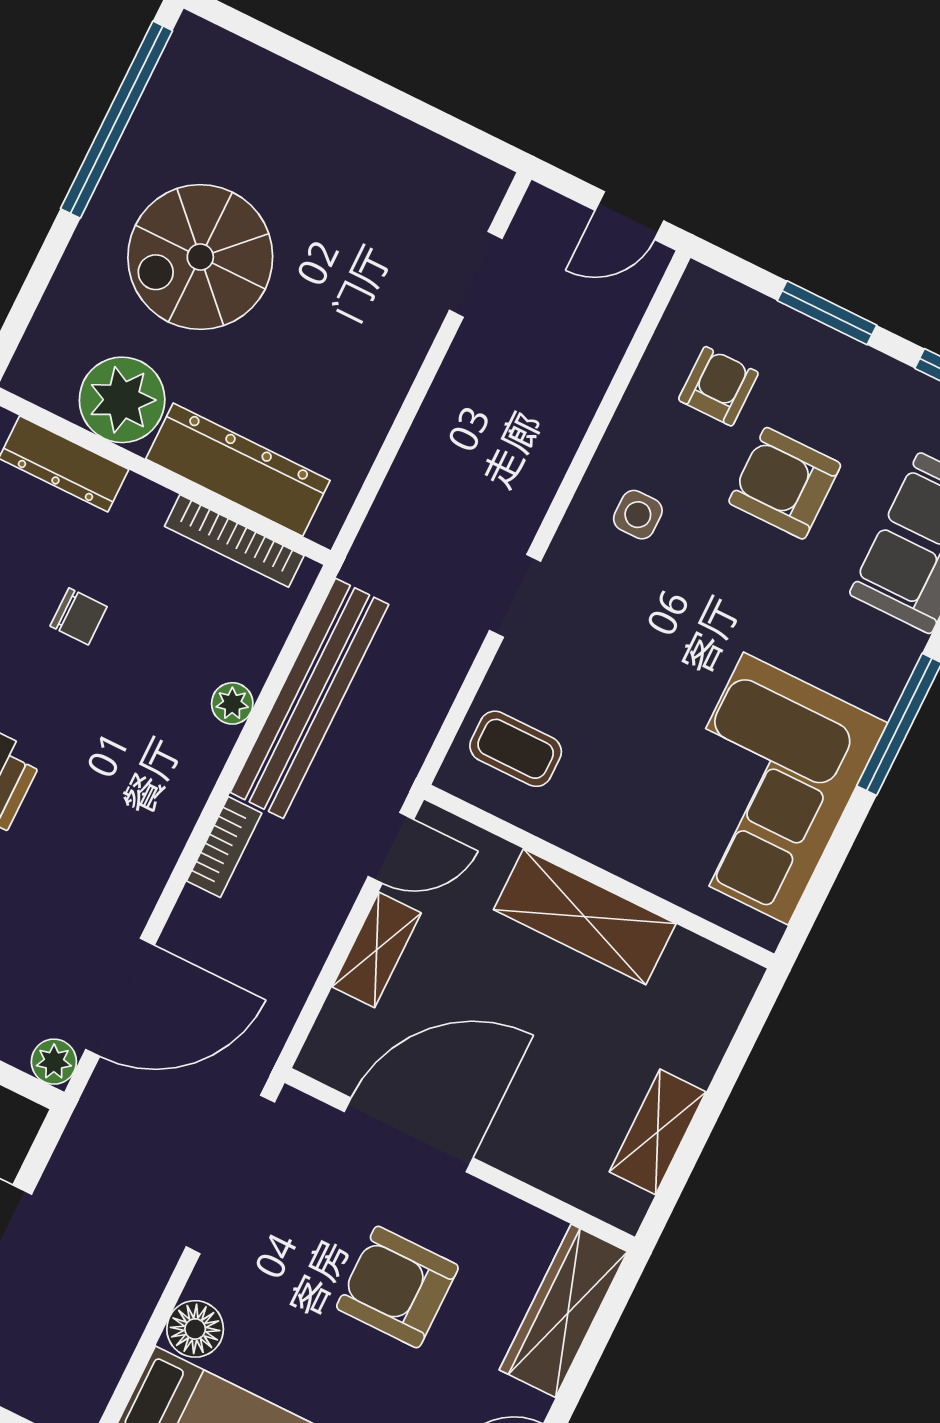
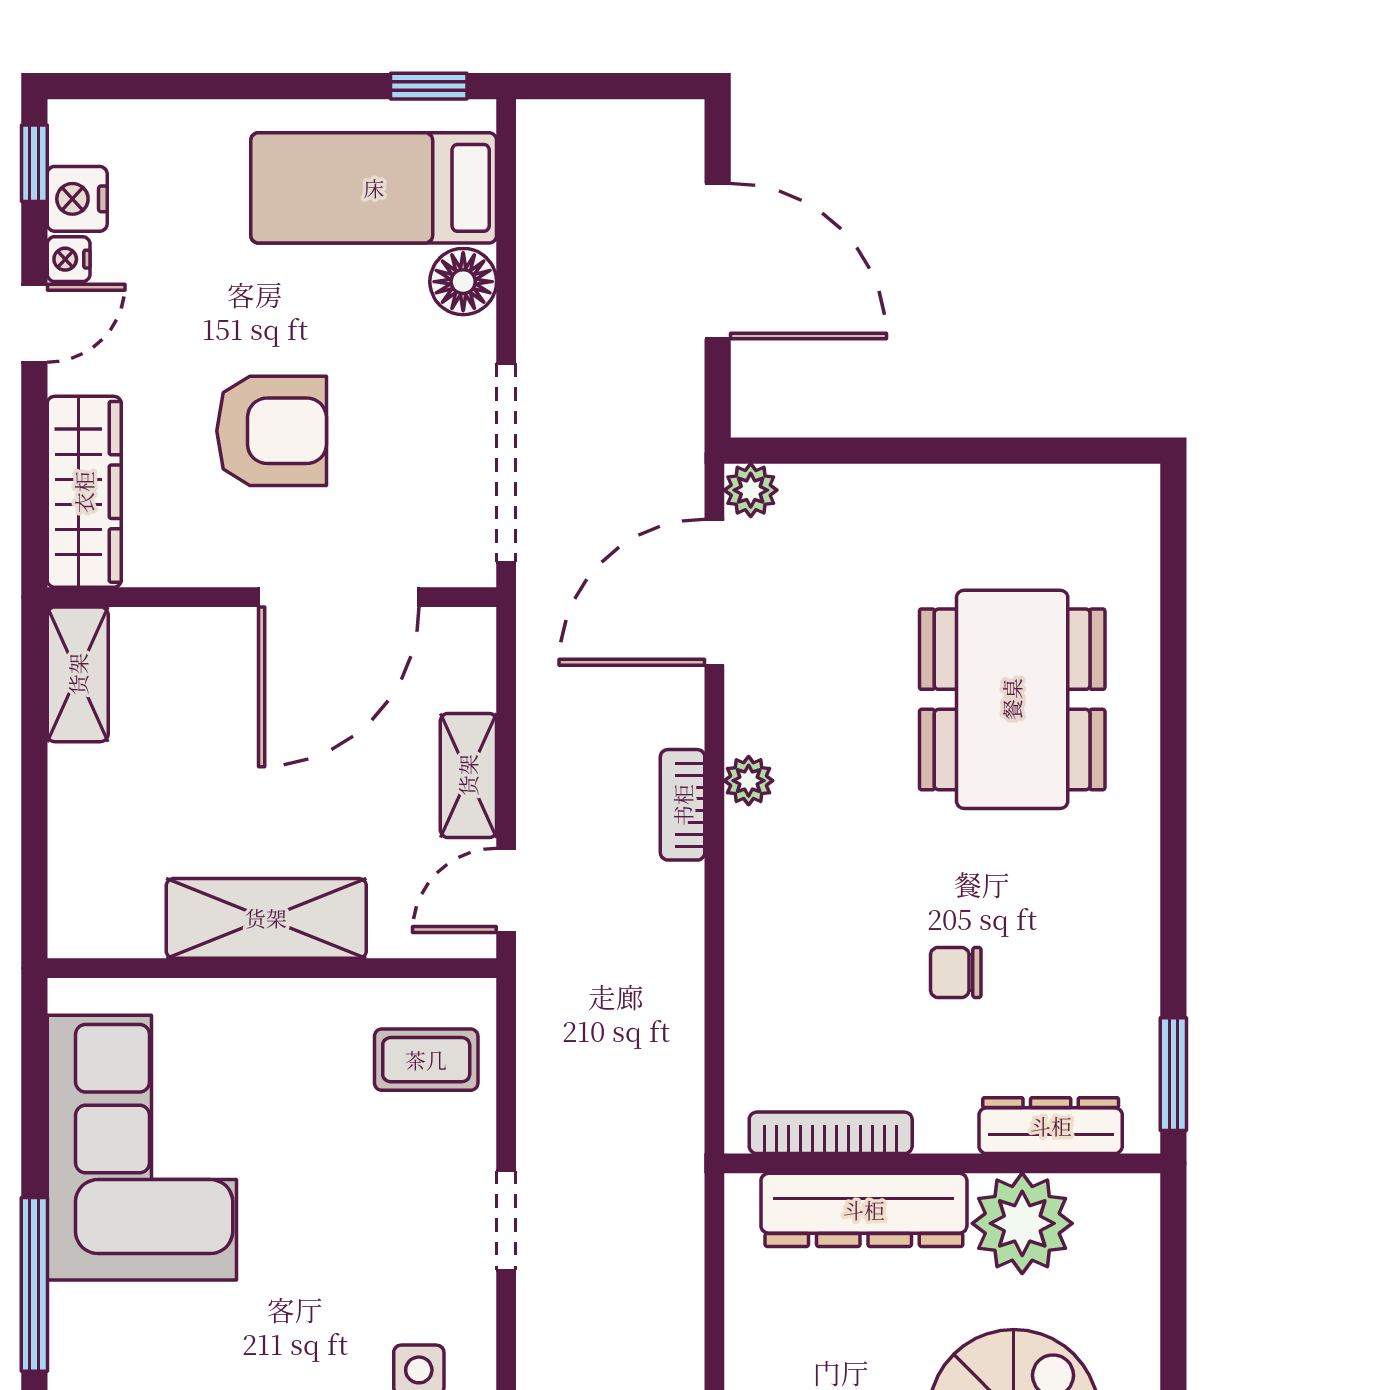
bench: (309, 698) -> (670, 1006), removed
plant: (232, 703) -> (749, 781), moved
shelving: (658, 1132) -> (78, 674), moved

